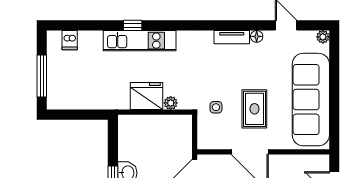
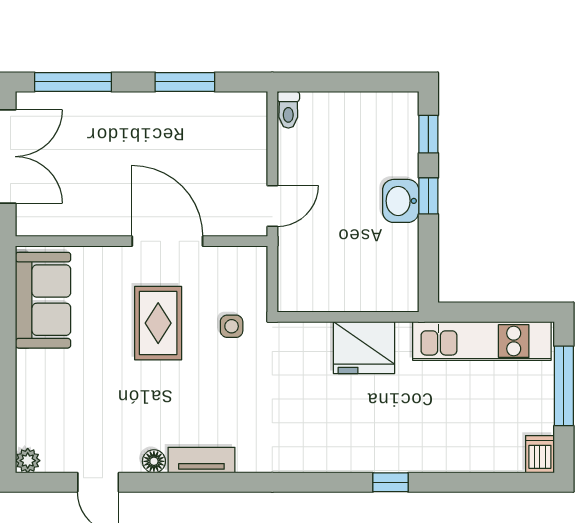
dishwasher: (70, 40) -> (540, 454), moved
kitchen unit: (140, 41) -> (482, 341), moved, turned 180
sofa: (311, 100) -> (43, 300), width x0.54, depth x0.79
plant: (171, 103) -> (318, 334), removed

